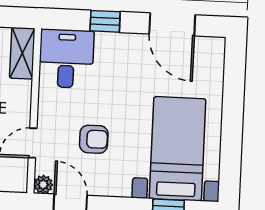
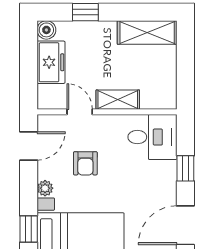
shelving: (22, 53) -> (118, 100), moved
plant: (43, 185) -> (45, 188), moved

